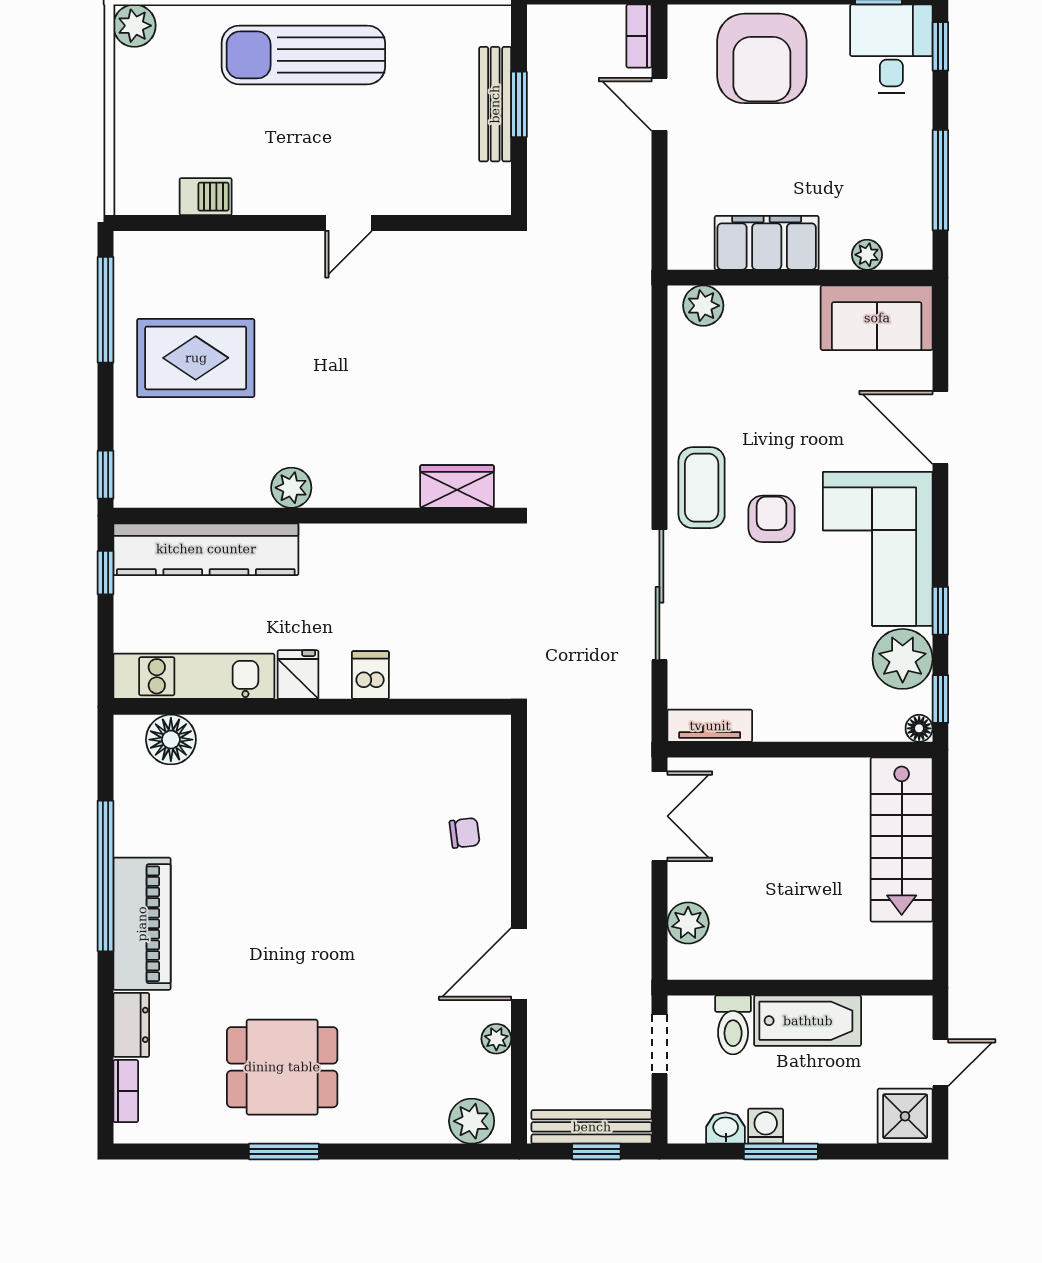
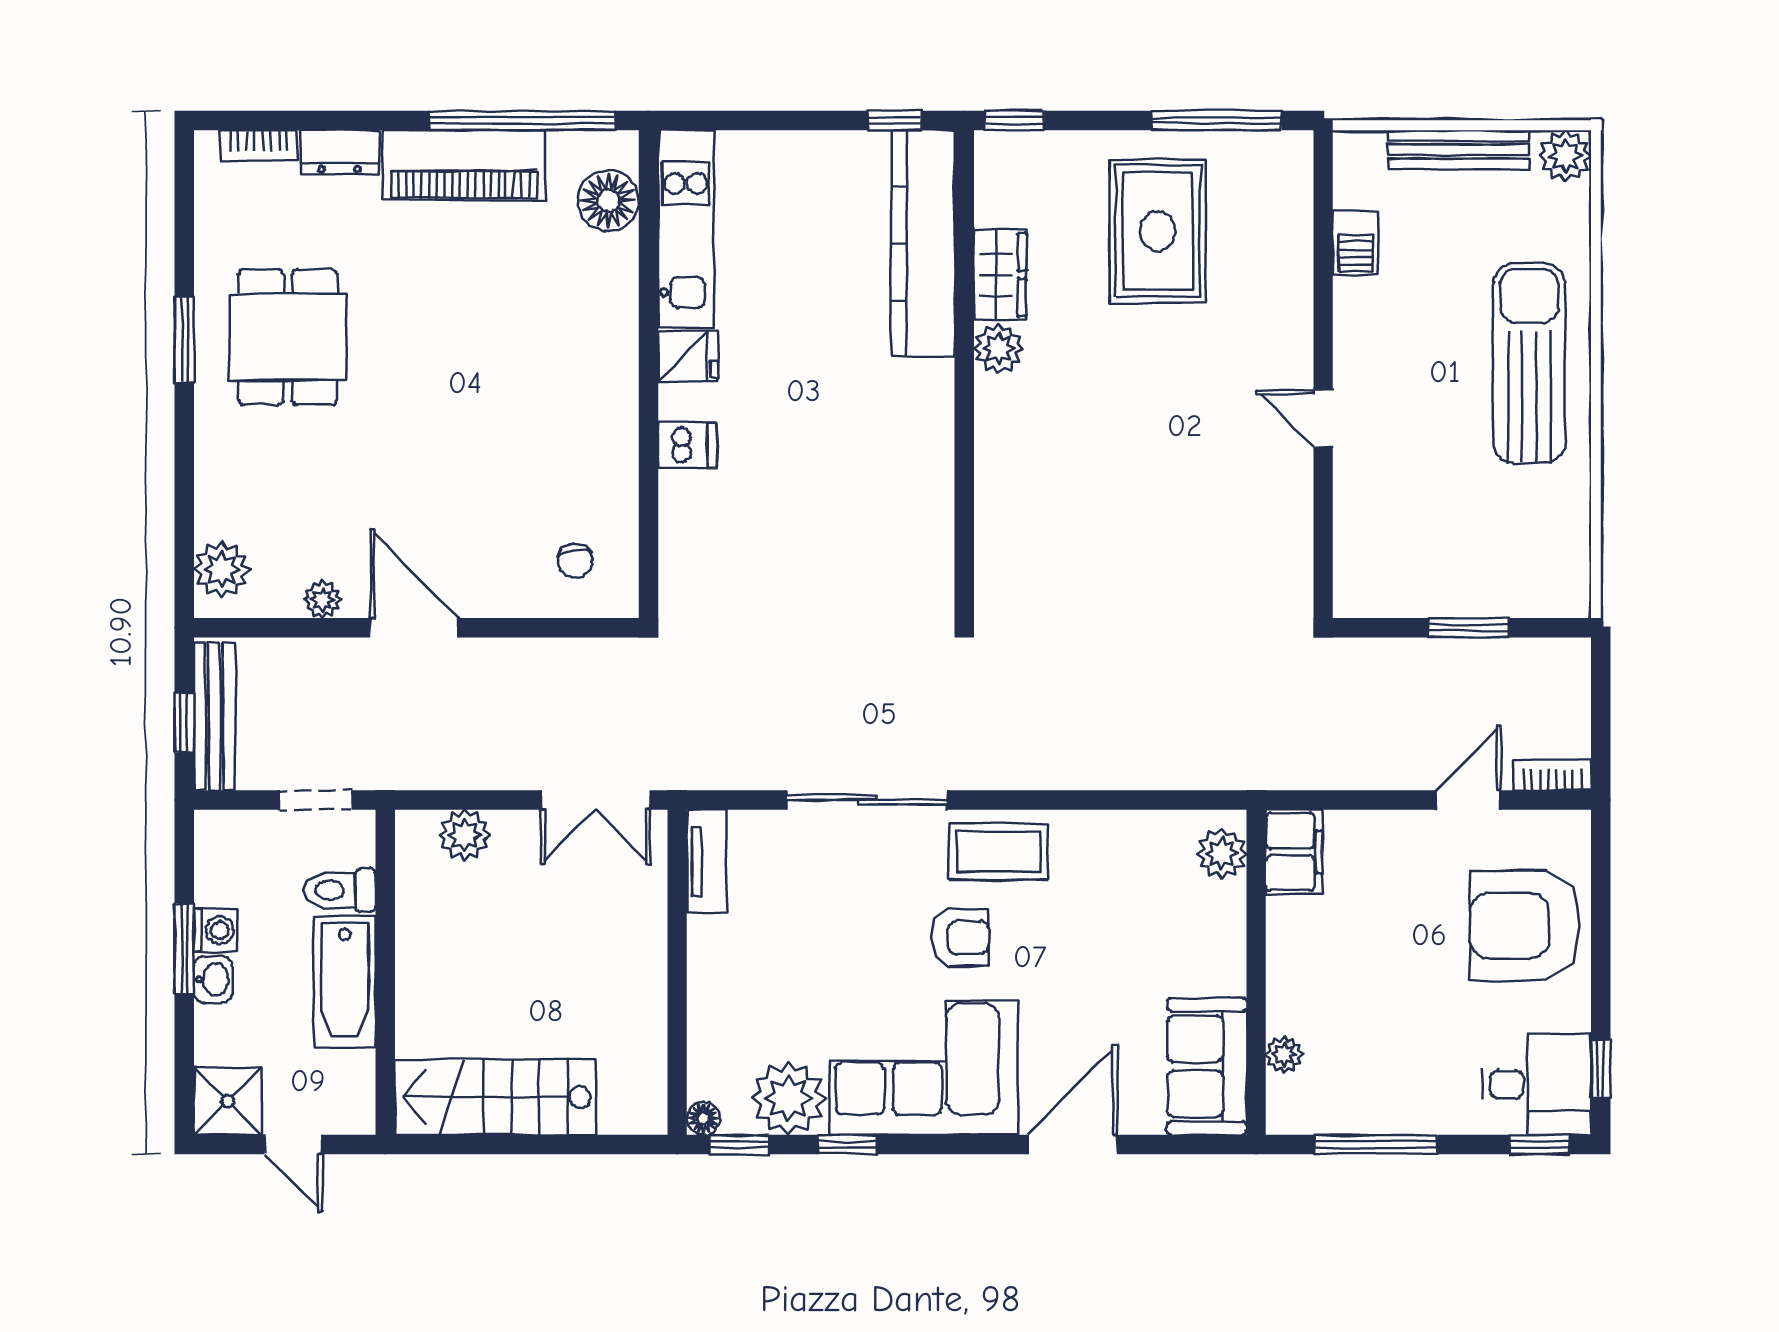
bench: (495, 104) -> (1459, 150), moved
filing cabinet: (767, 243) -> (1294, 852), moved, width x0.67, depth x0.86
wardrobe: (457, 486) -> (1000, 275), moved
fridge: (298, 675) -> (688, 357), moved
dishwasher: (370, 675) -> (687, 445), moved
kitchen unit: (194, 676) -> (686, 229), moved
wall: (312, 707) -> (648, 374), moved
floor lamp: (171, 740) -> (608, 201), moved
stairs: (902, 840) -> (496, 1097), moved
washbasin: (726, 1128) -> (213, 979), moved

